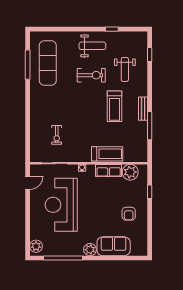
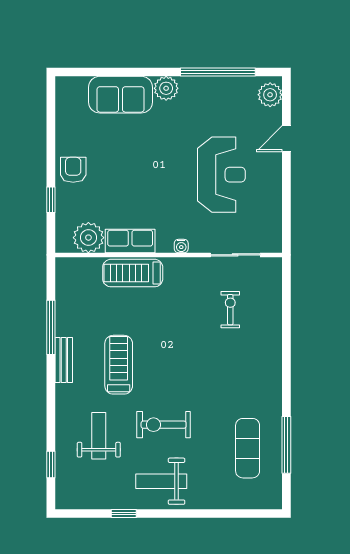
exercise mat: (48, 63) -> (248, 448), width x0.73, depth x0.69
door: (28, 183) -> (286, 139), moved
reception desk: (61, 205) -> (221, 175), width x0.74, depth x0.77
armchair: (129, 214) -> (73, 170), moved

